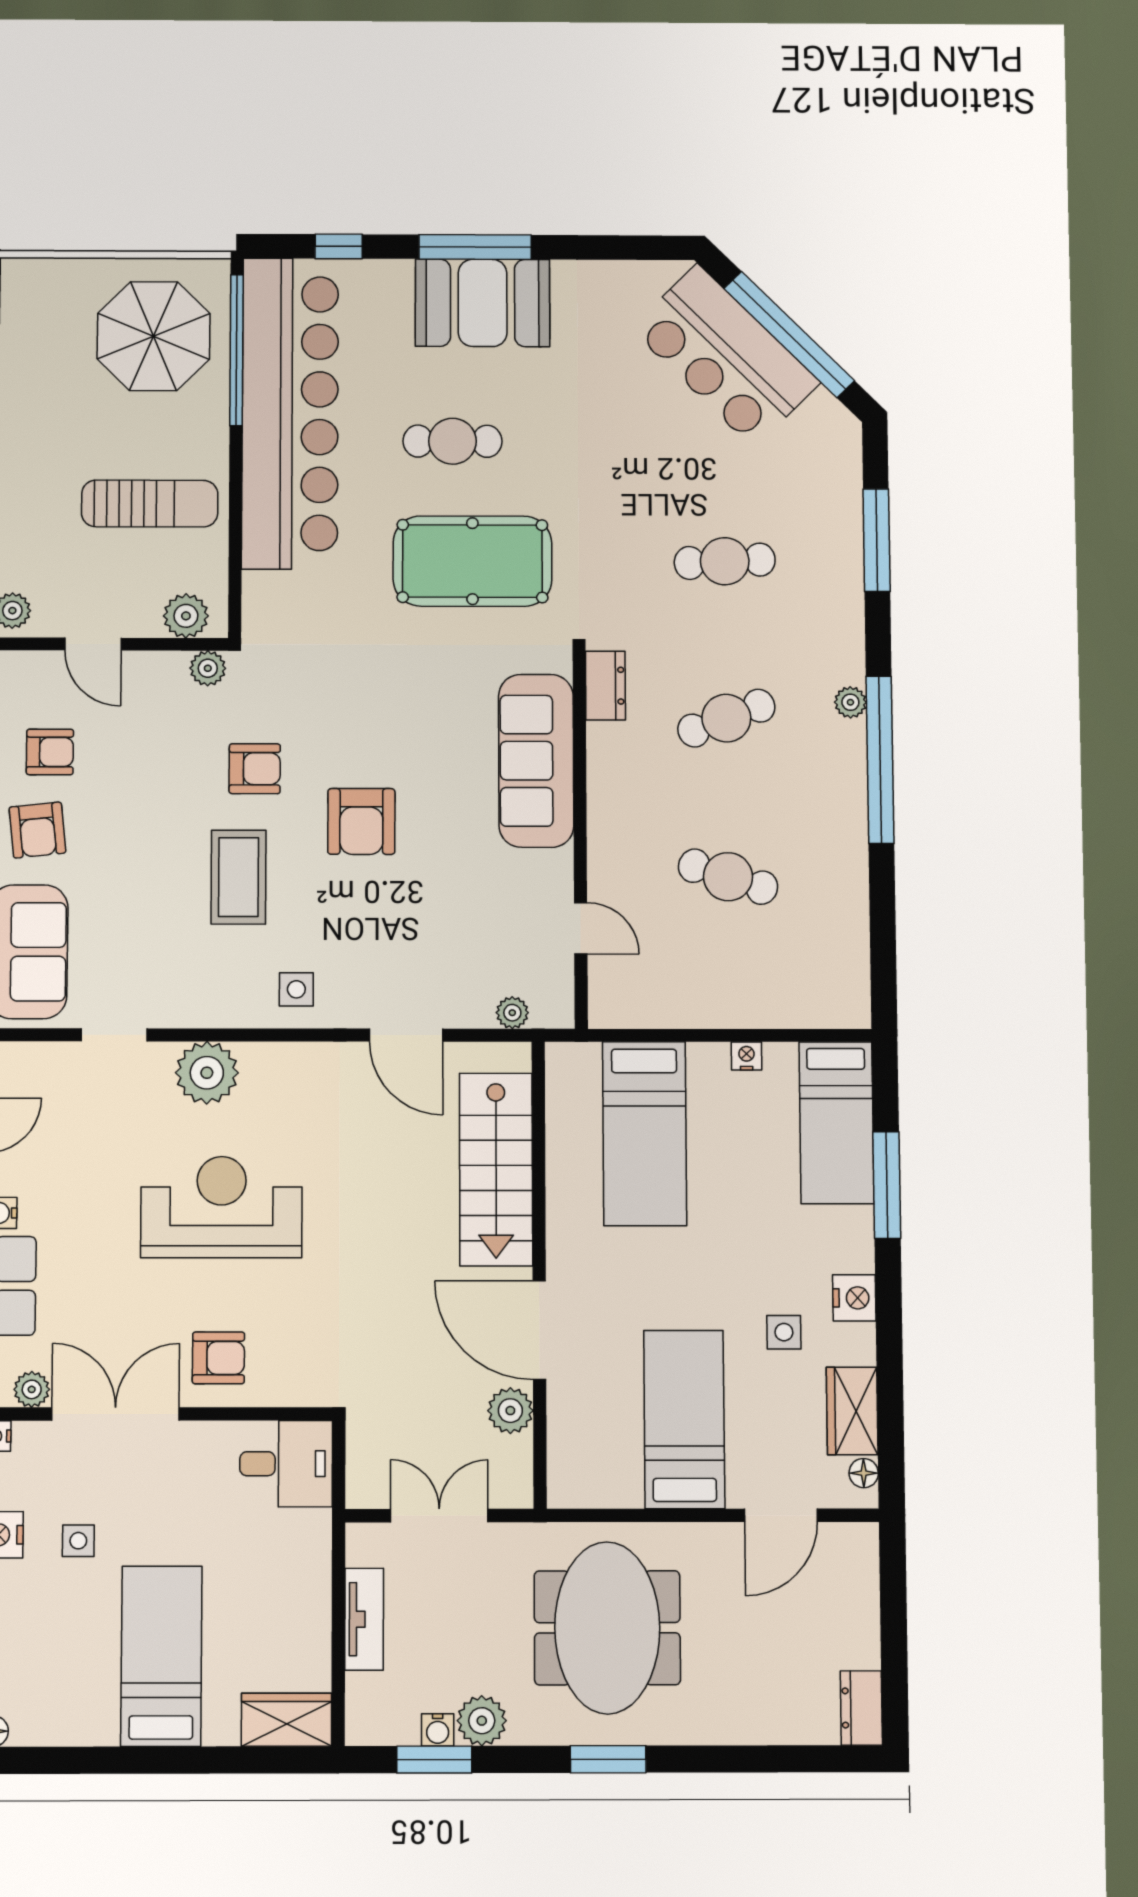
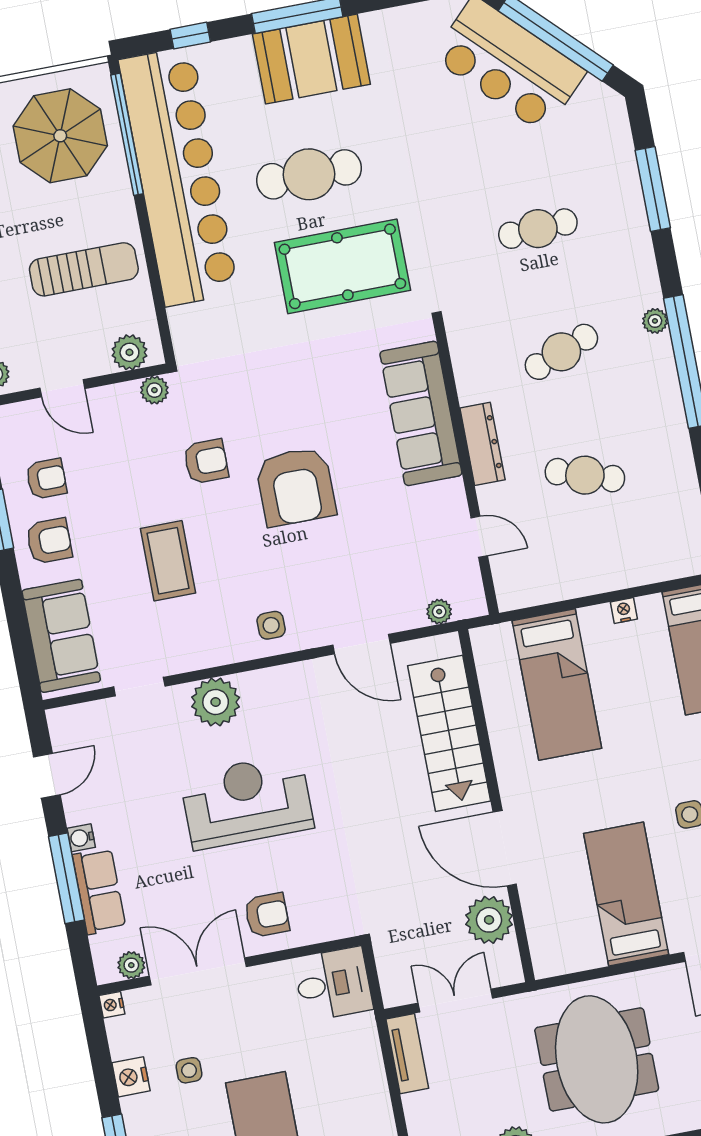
cafe table: (453, 441) -> (309, 174), width x1.37, depth x1.35
dresser: (605, 686) -> (482, 444), moved, width x1.44
armchair: (361, 821) -> (296, 487), width x1.36, depth x1.36
armchair: (37, 830) -> (49, 541), turned -84
coffee table: (239, 877) -> (168, 561), moved
plant: (510, 1411) -> (489, 920), width x1.36, depth x1.36
tv unit: (364, 1619) -> (407, 1054), moved

